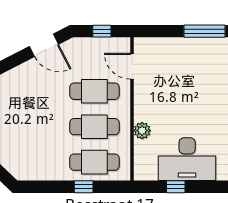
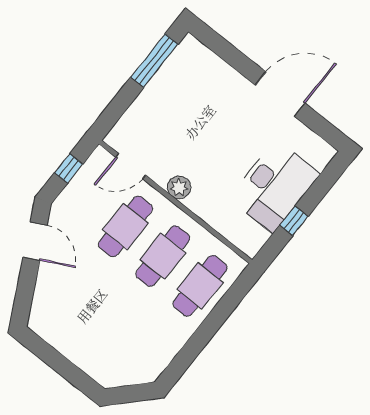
door: (44, 45) -> (35, 241), hinge flipped
plant: (142, 131) -> (179, 187), moved
window: (84, 187) -> (217, 318), removed

